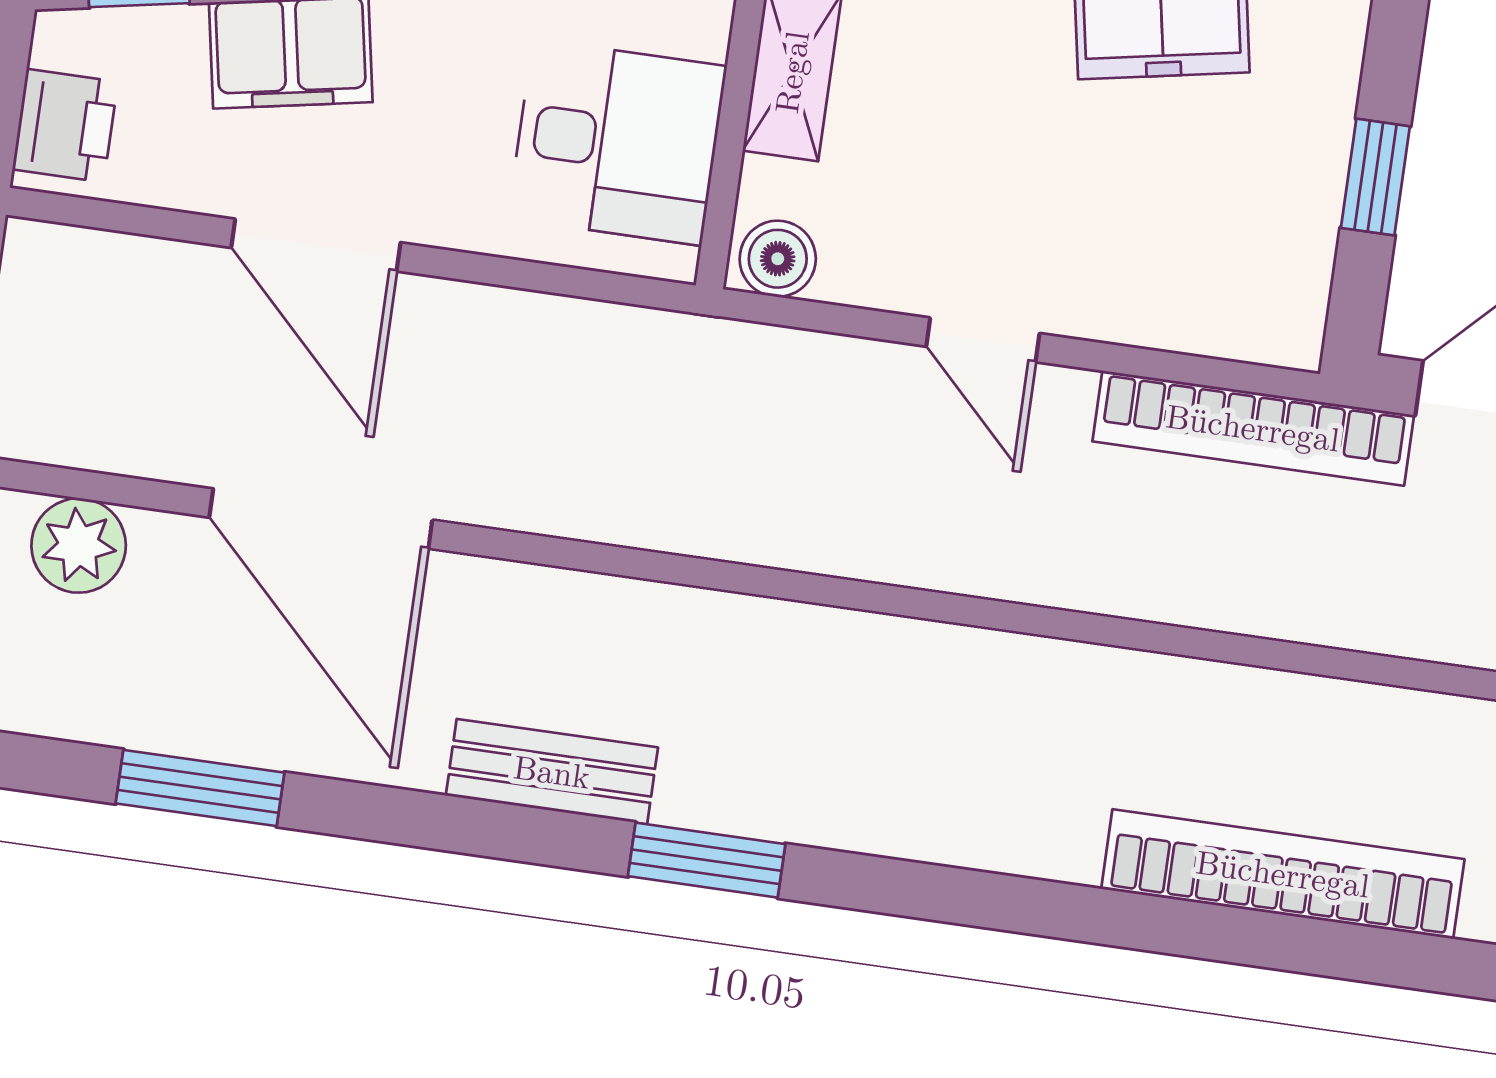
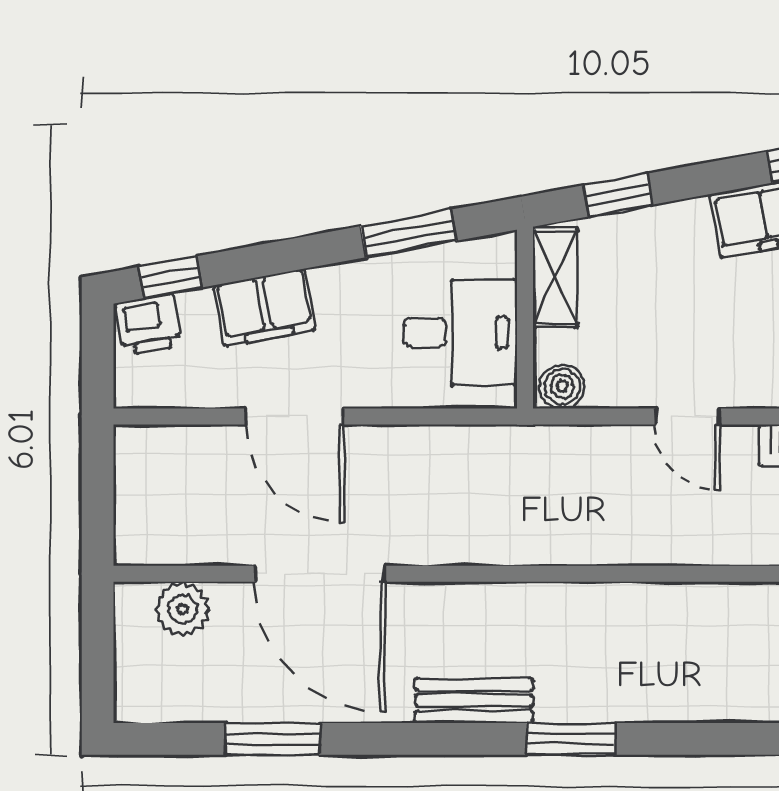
printer: (65, 126) -> (149, 324), moved, turned 80

